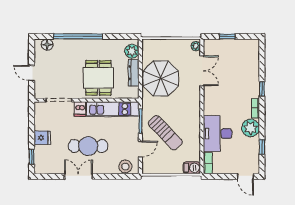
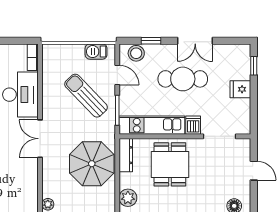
double door: (202, 71) -> (40, 139), moved
dresser: (134, 73) -> (126, 155), moved
door: (140, 149) -> (117, 75), swing flipped
barbecue: (192, 168) -> (96, 52), moved
window: (113, 177) -> (151, 41), added

